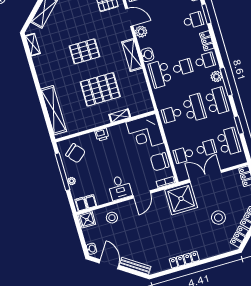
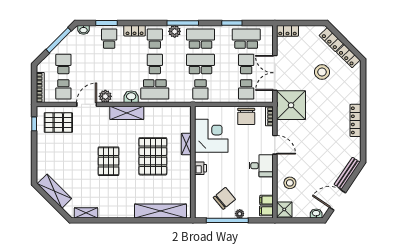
corner desk: (145, 132) -> (211, 136), moved, turned -90
chair: (76, 153) -> (224, 198), moved

